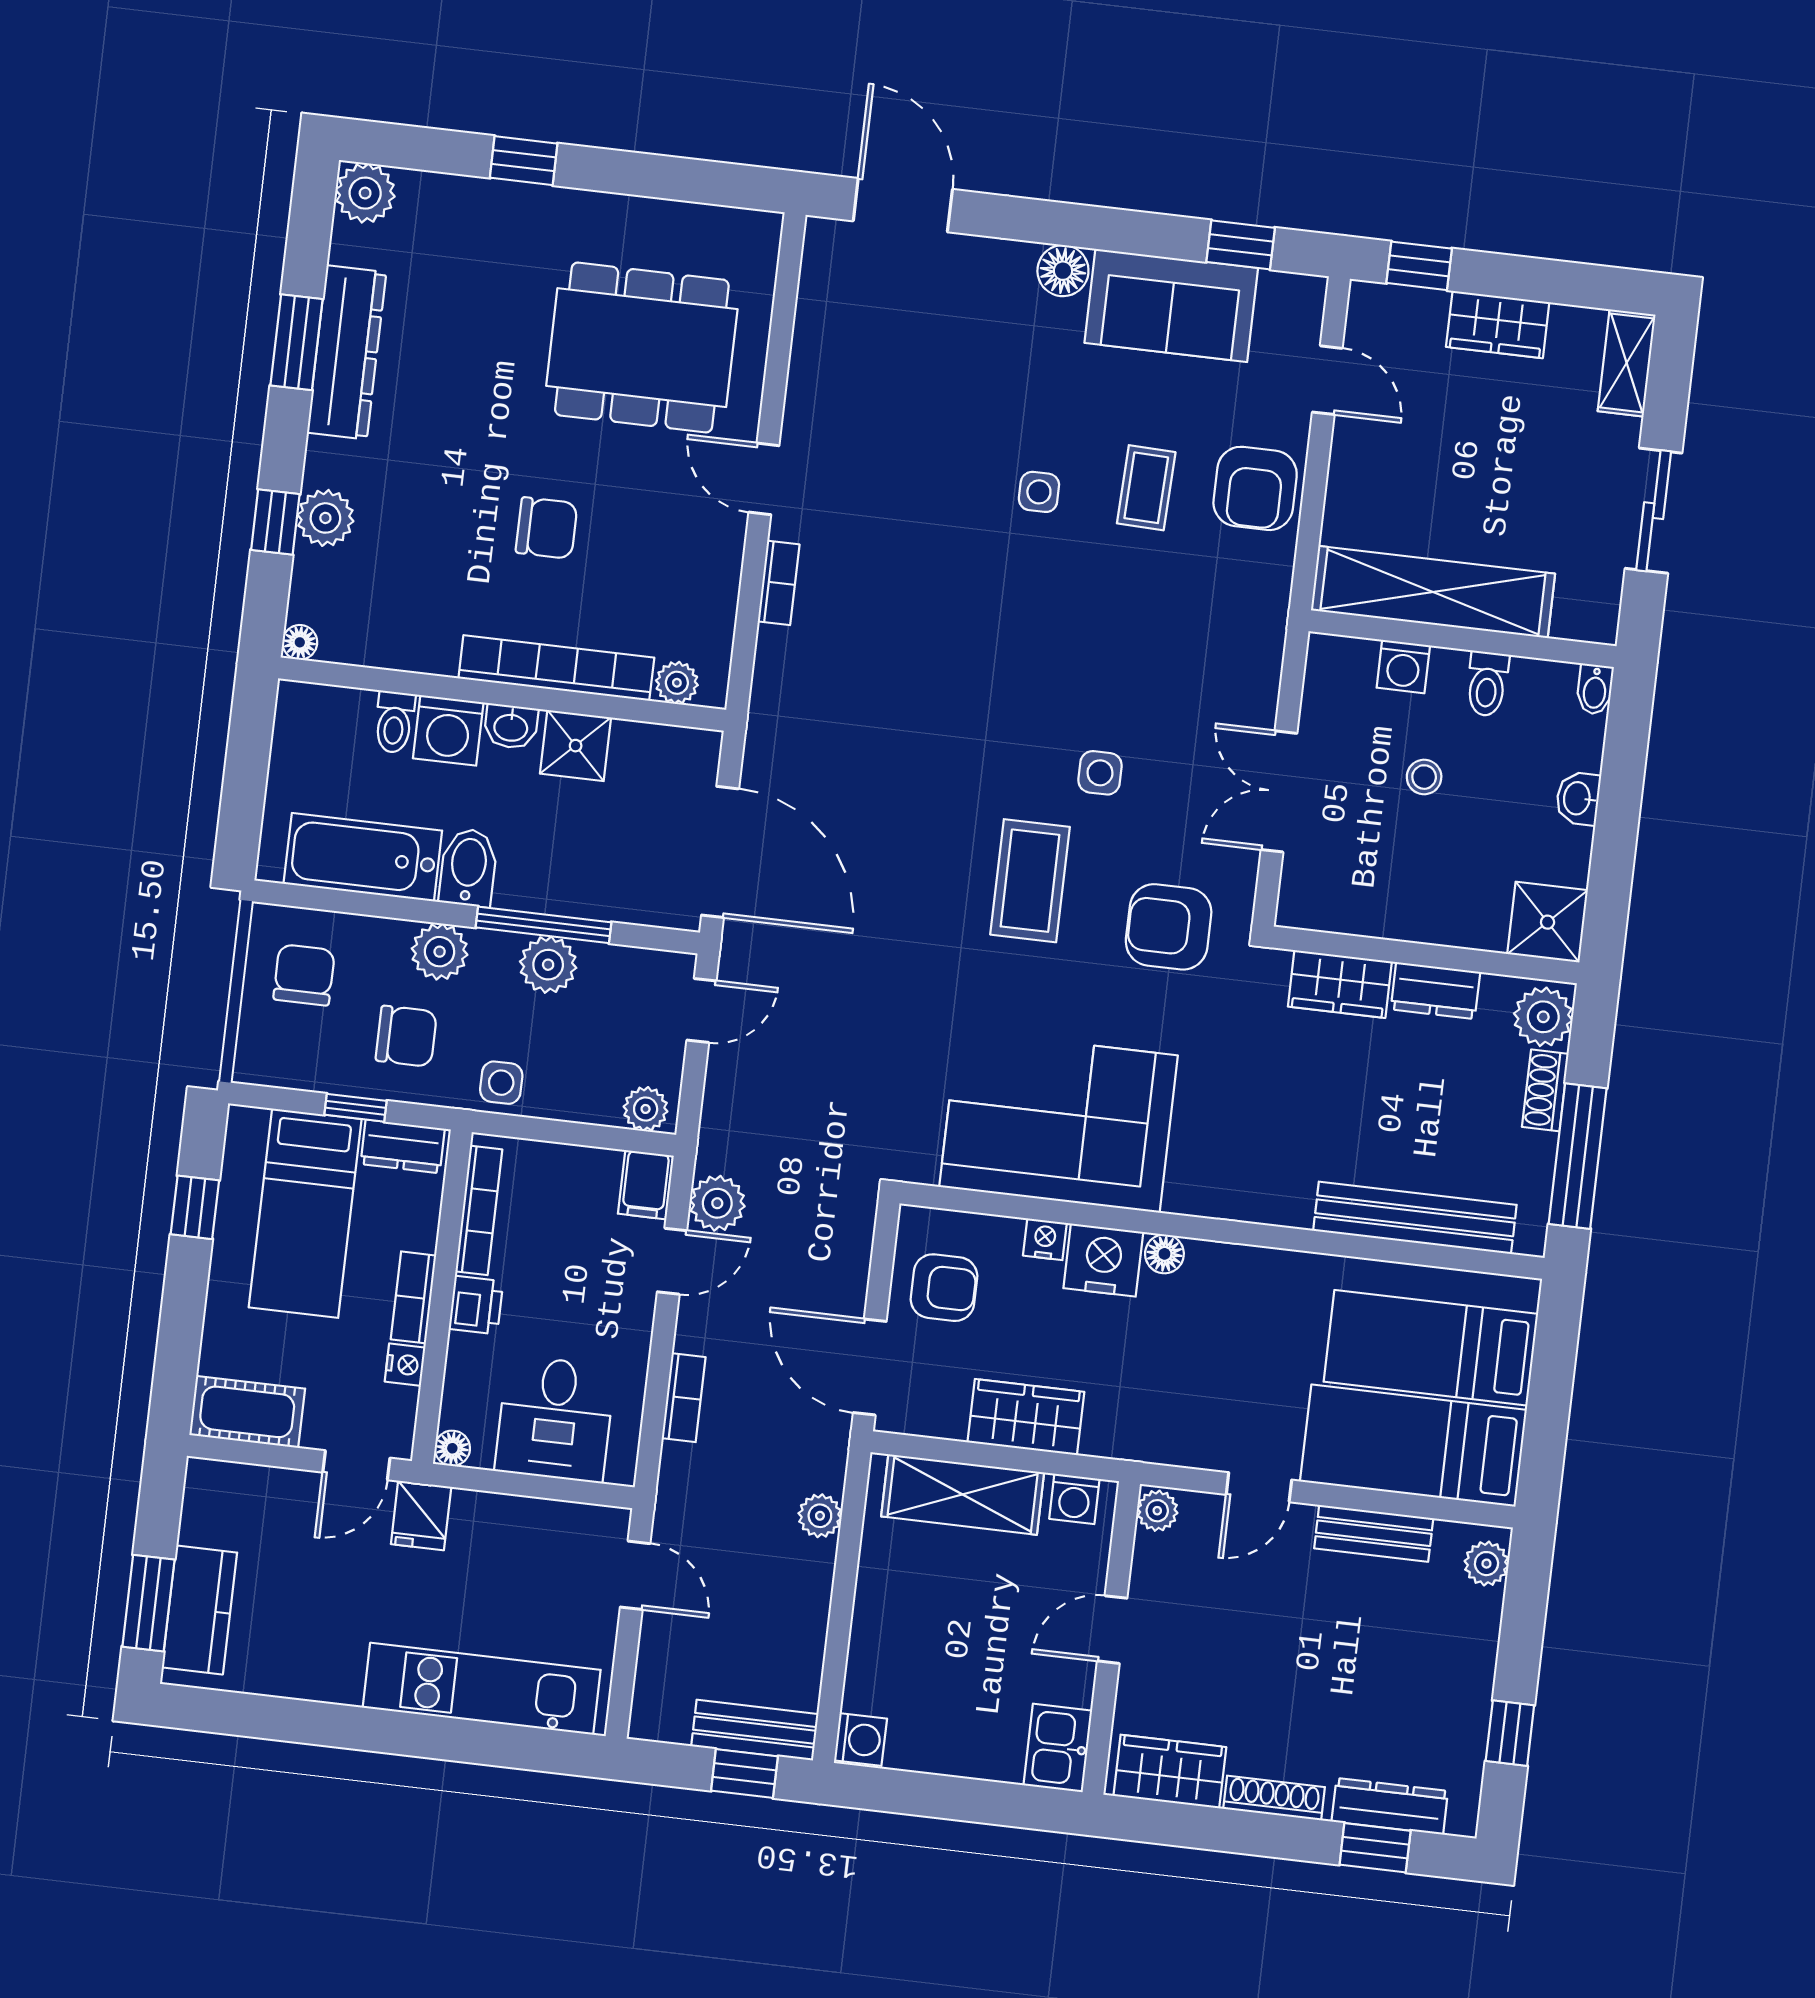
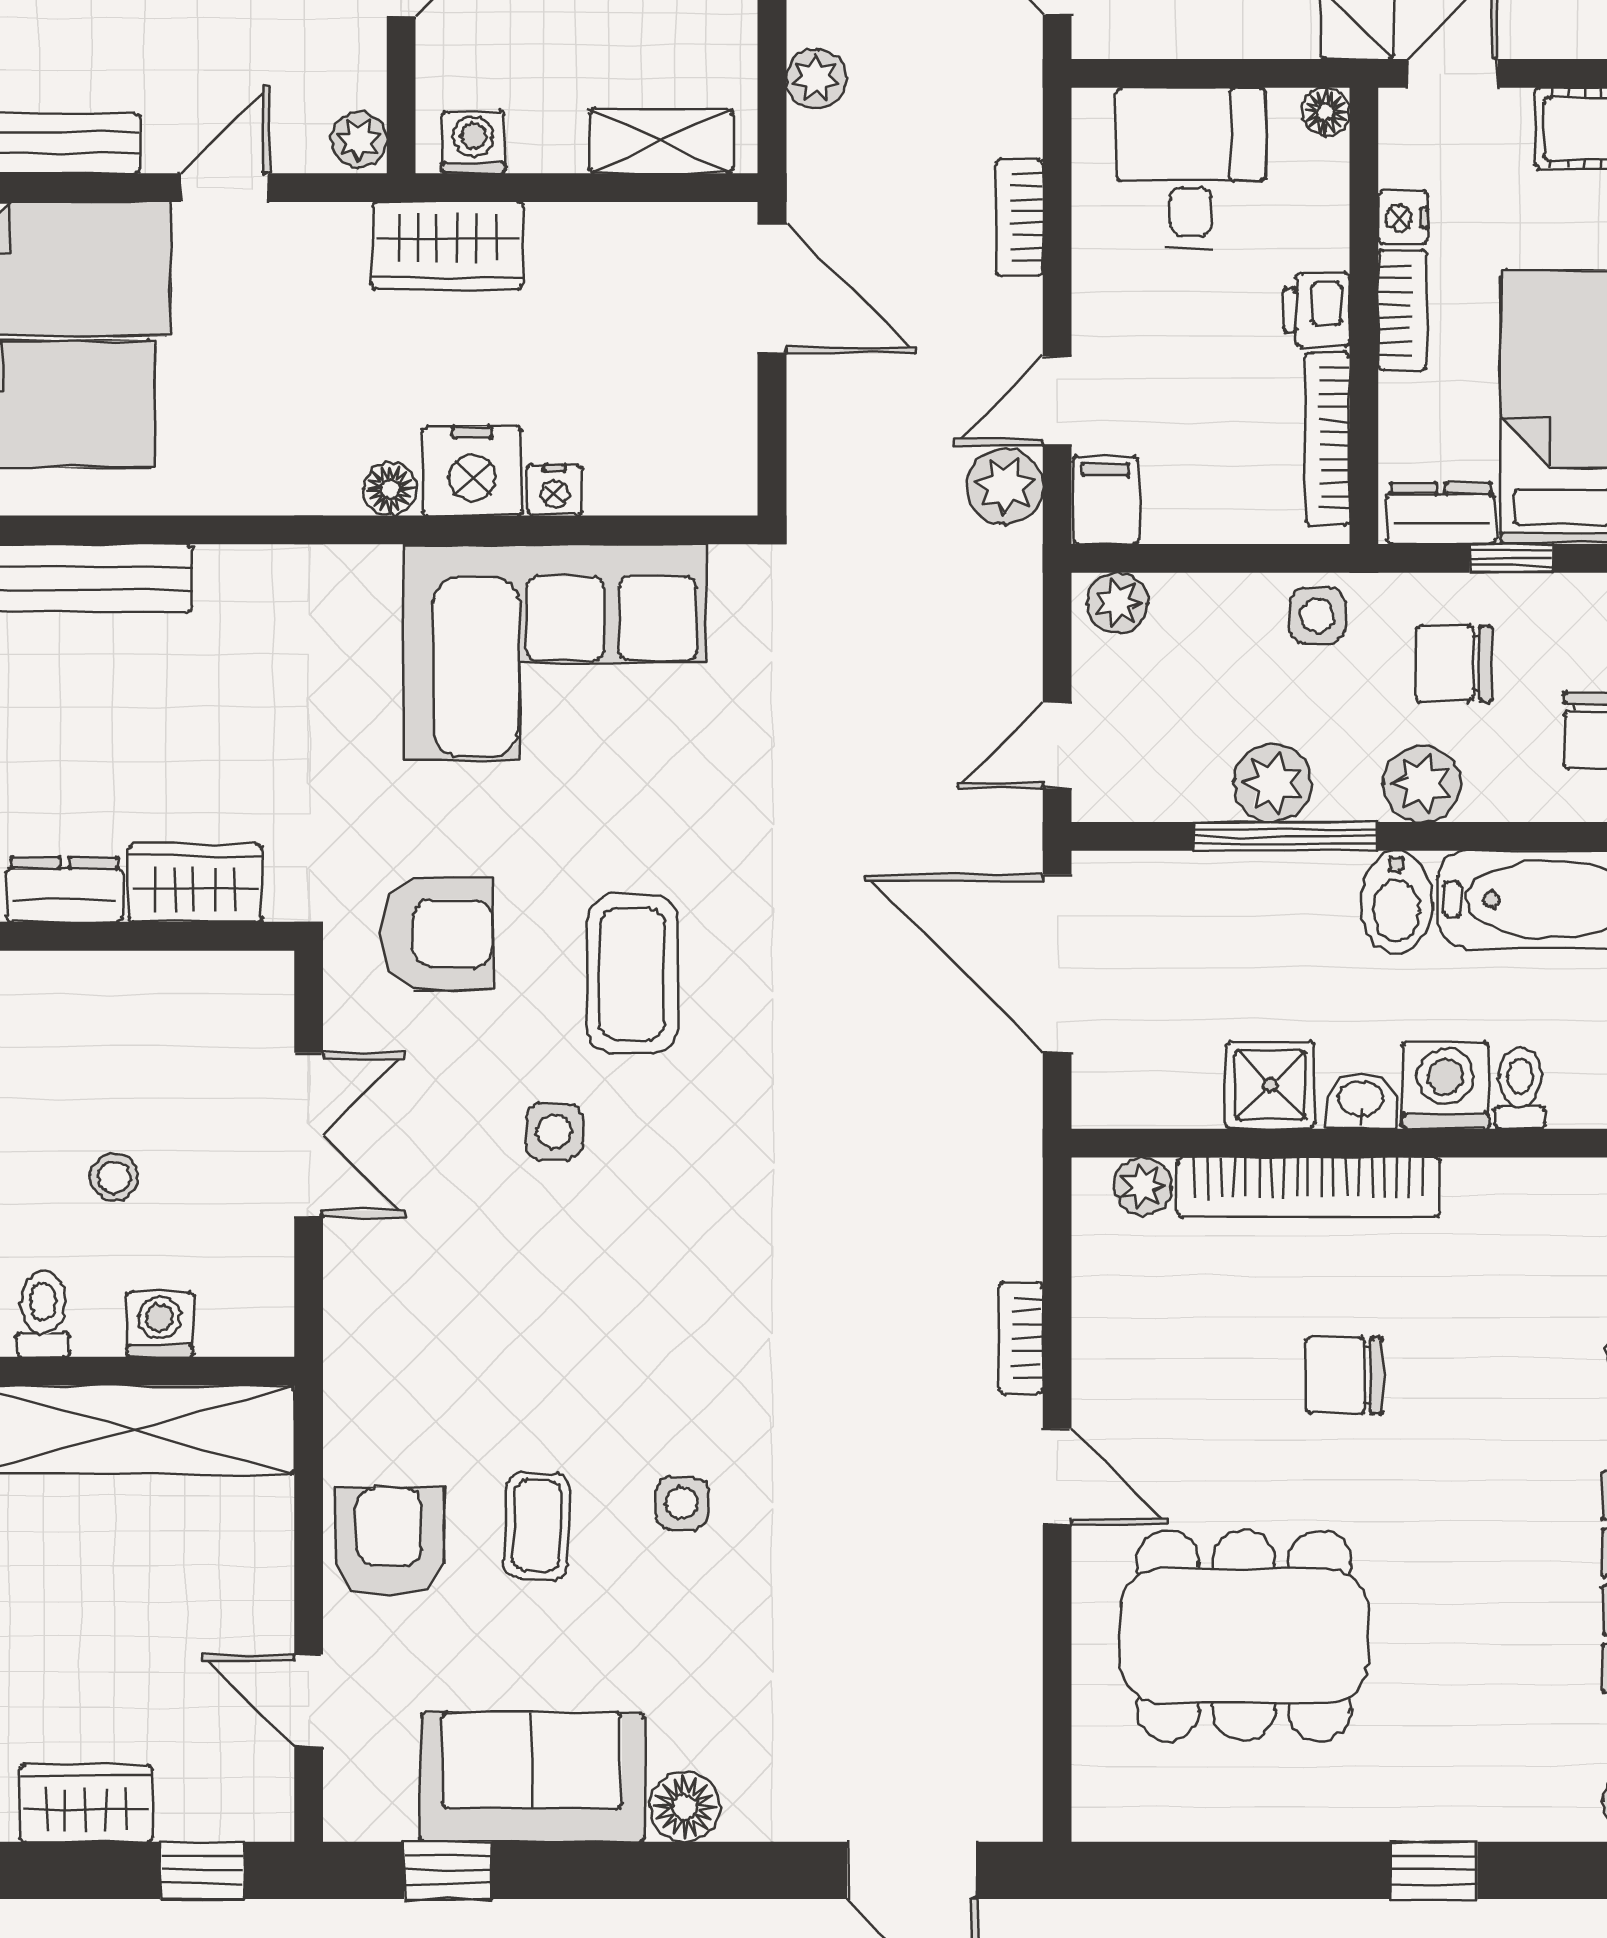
armchair: (944, 1288) -> (684, 408), removed
wardrobe: (1026, 1417) -> (447, 245), moved
shelving: (963, 1494) -> (661, 141), width x0.67, depth x0.75

